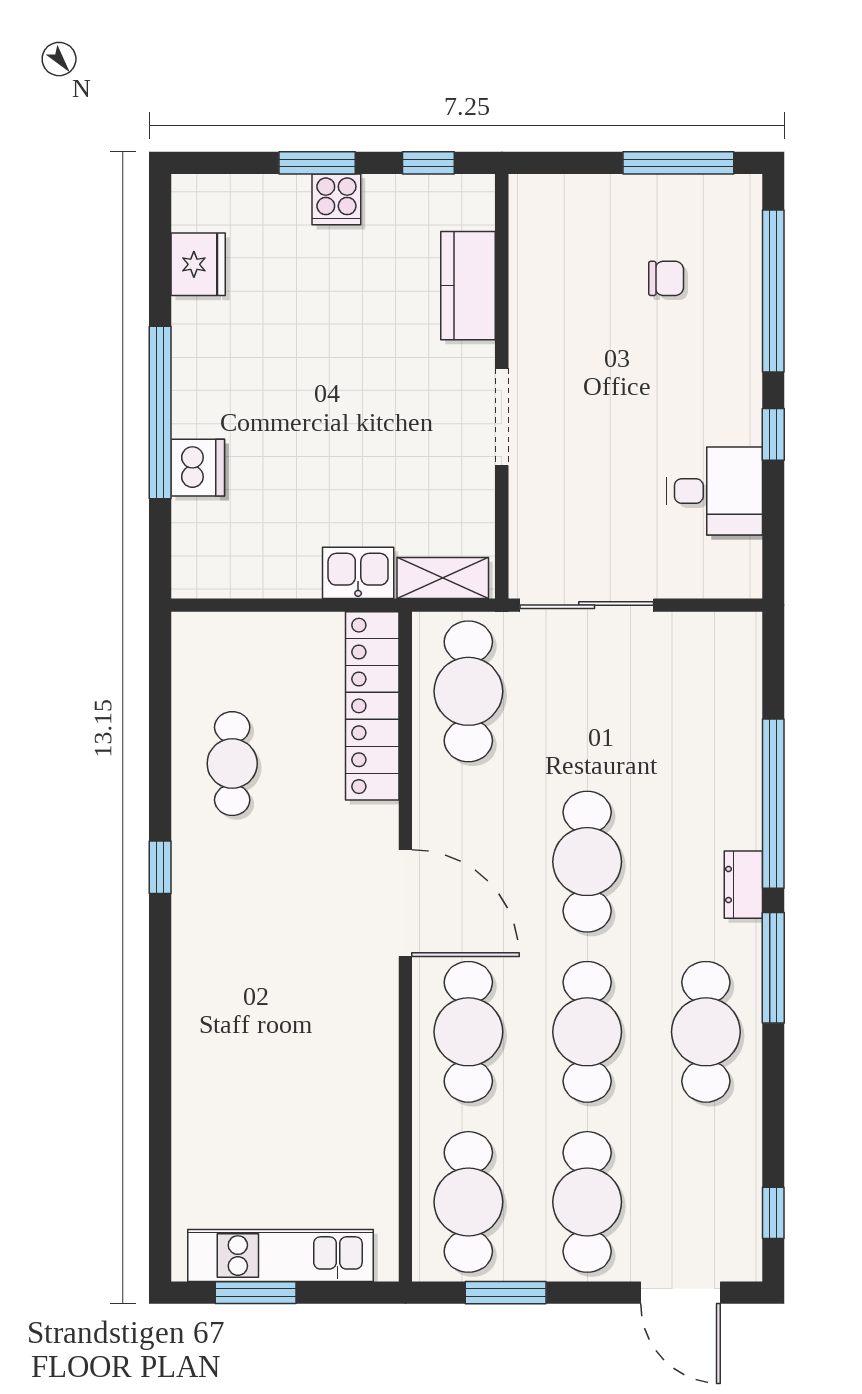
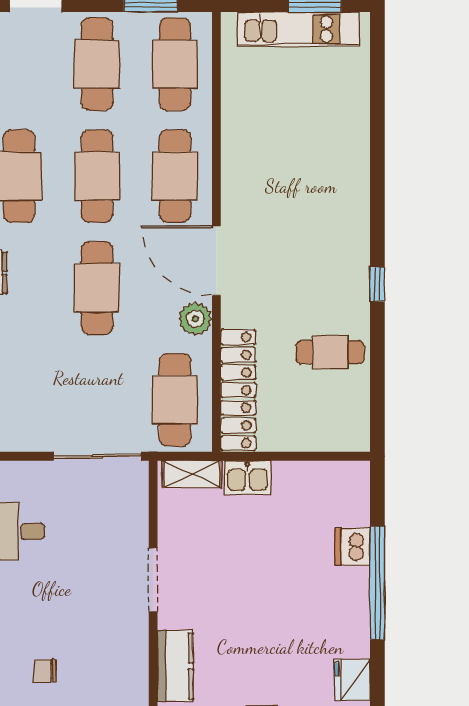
cafe table: (232, 764) -> (330, 352), turned 90
plant: (437, 814) -> (195, 319), added

